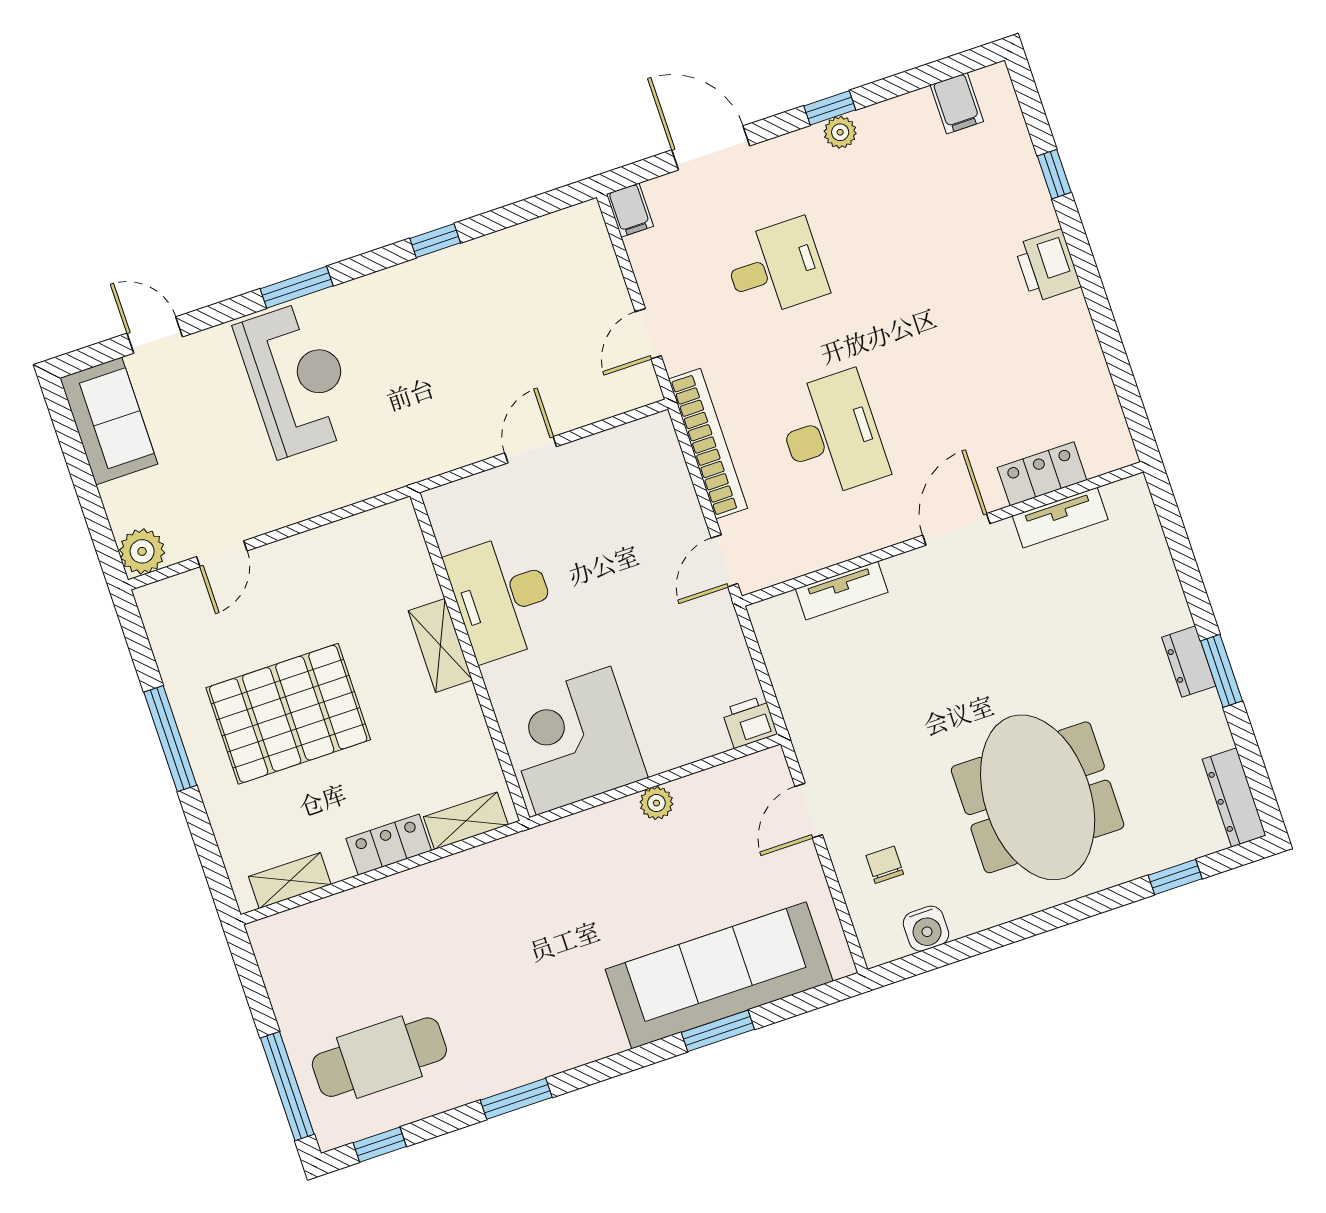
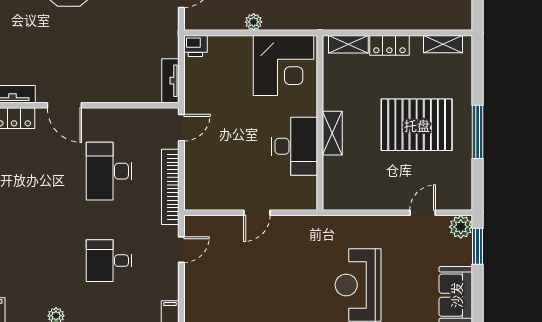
window: (99, 526) -> (478, 246), added
door: (956, 529) -> (64, 105), hinge flipped
tv unit: (842, 591) -> (170, 81), moved, turned -90

